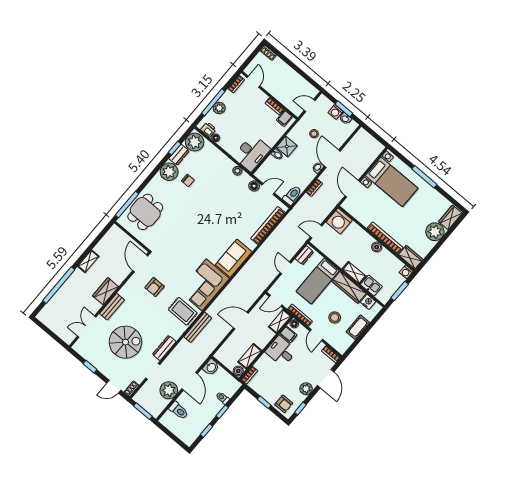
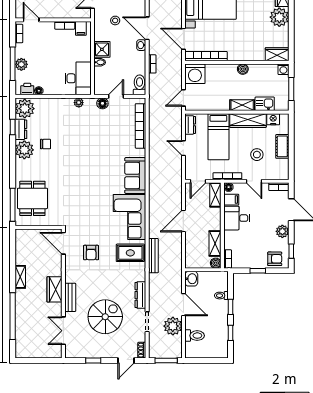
bookcase: (385, 238) -> (206, 56), moved

